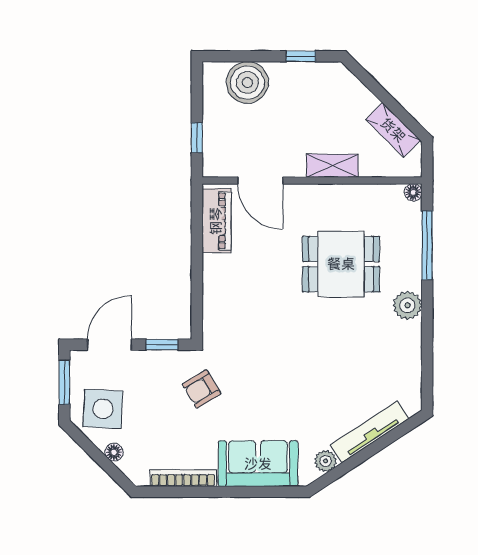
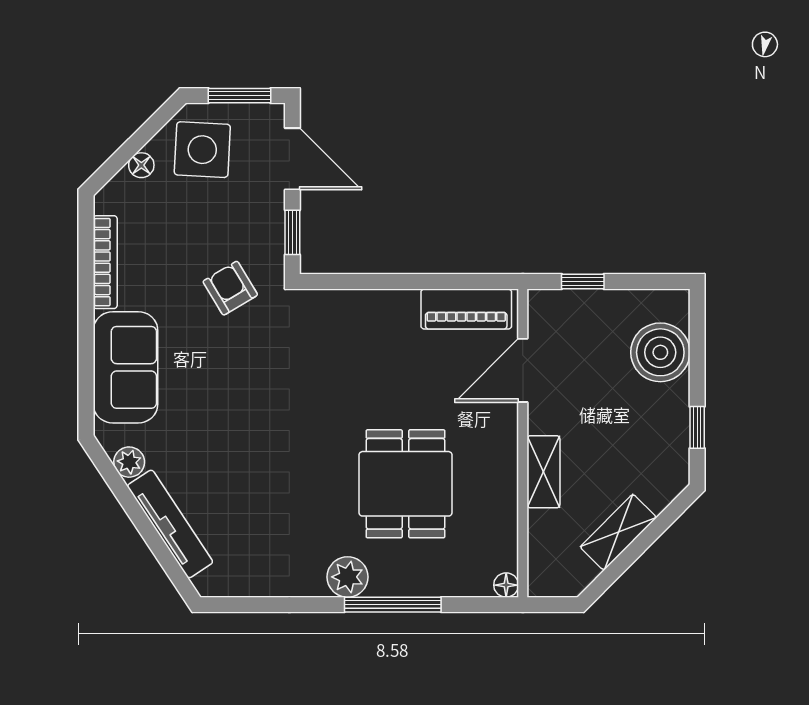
shelving: (393, 130) -> (618, 532), moved
window: (427, 245) -> (393, 605), moved

